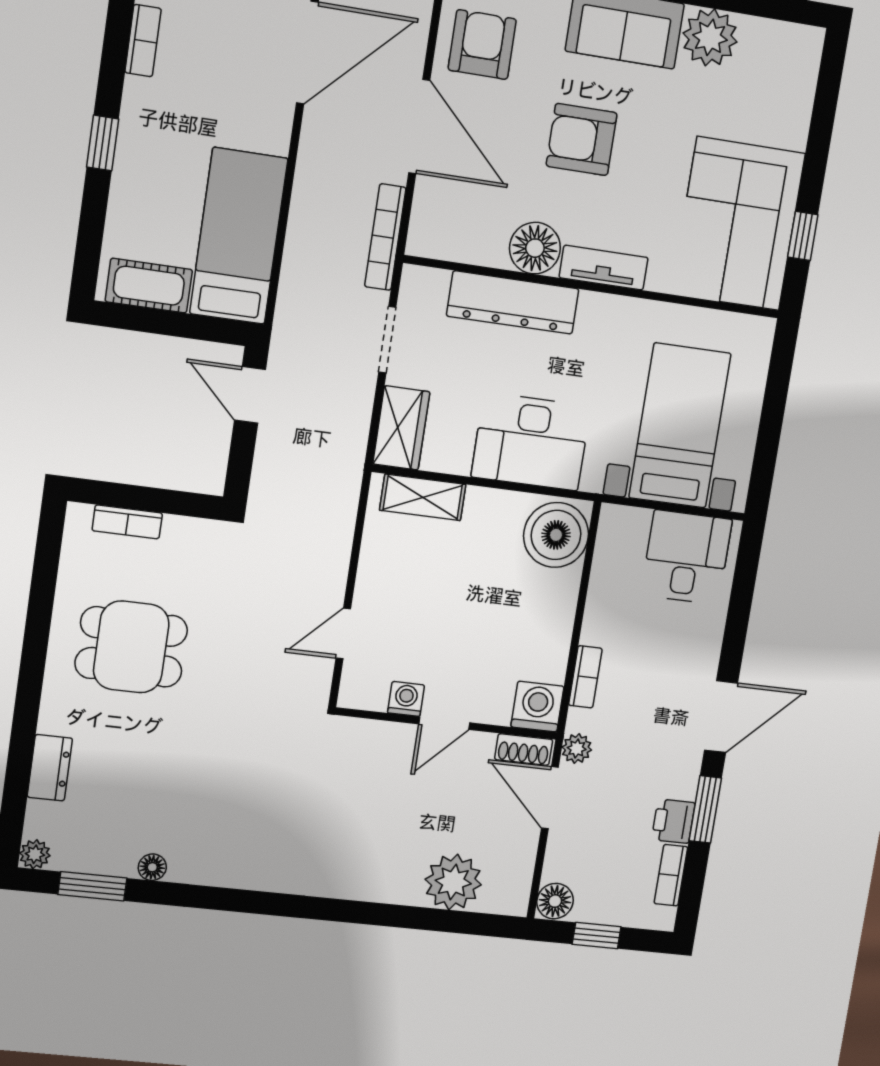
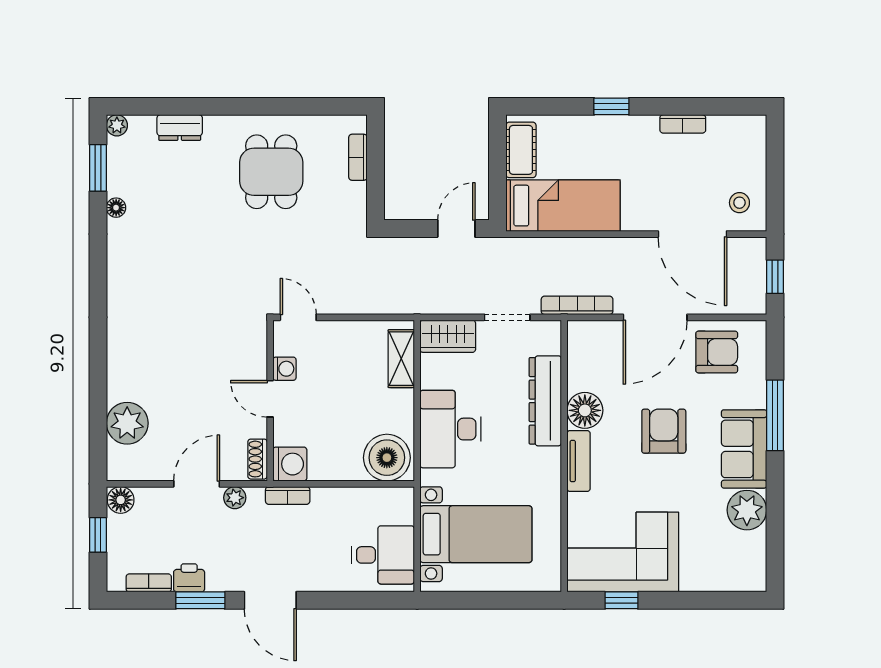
washing machine: (406, 699) -> (284, 369), moved
washing machine: (537, 707) -> (290, 464), moved
door: (444, 723) -> (270, 399), moved
wall: (447, 724) -> (270, 401), moved
shoe rack: (524, 749) -> (258, 459), moved

